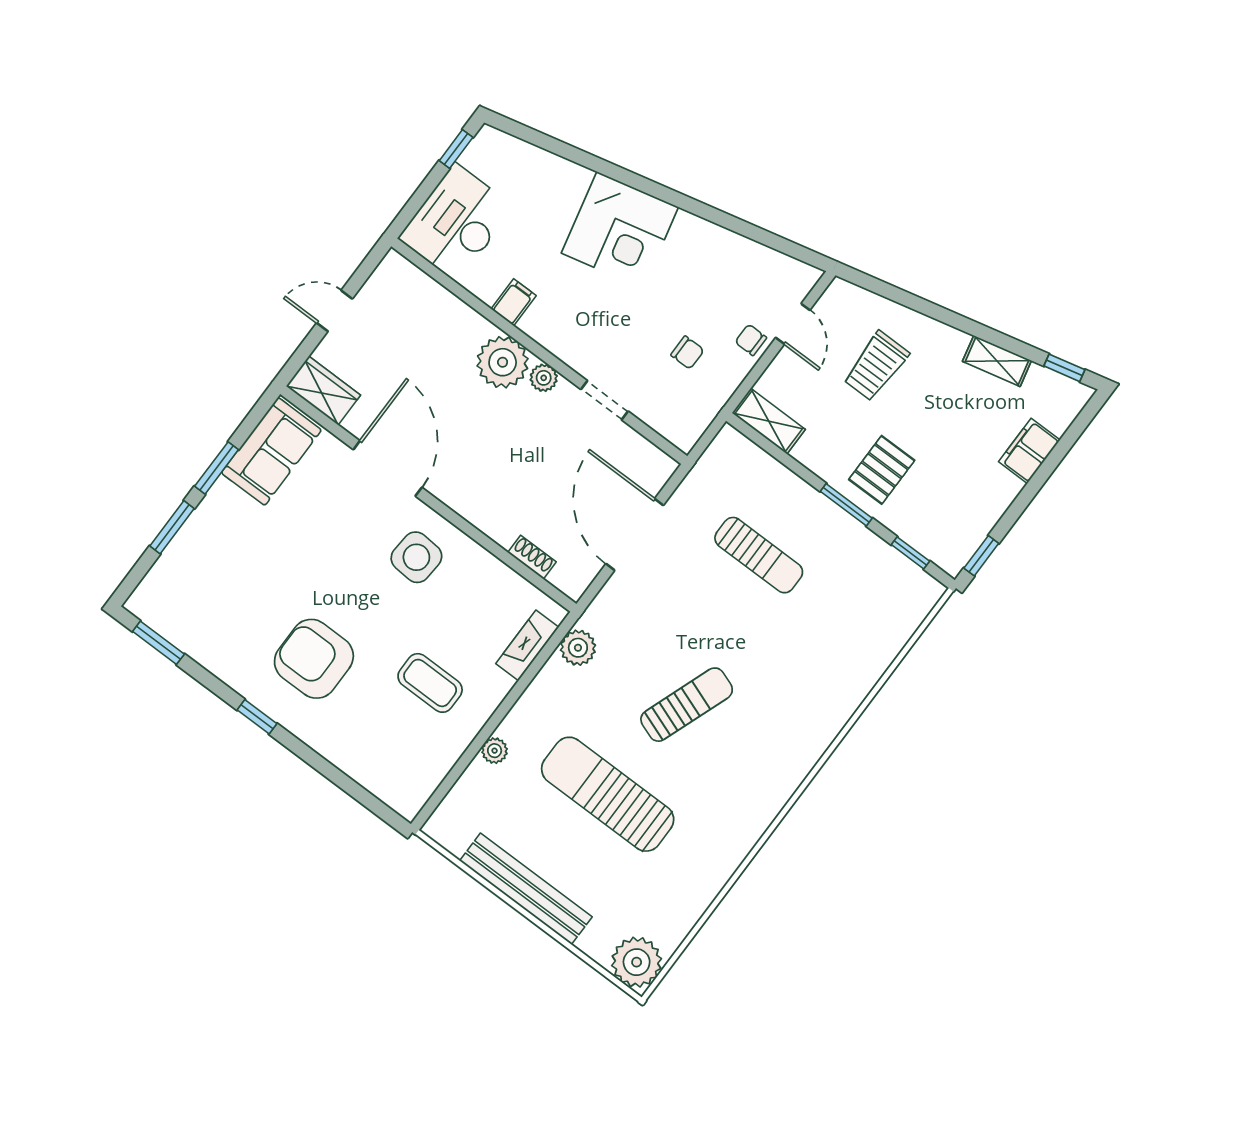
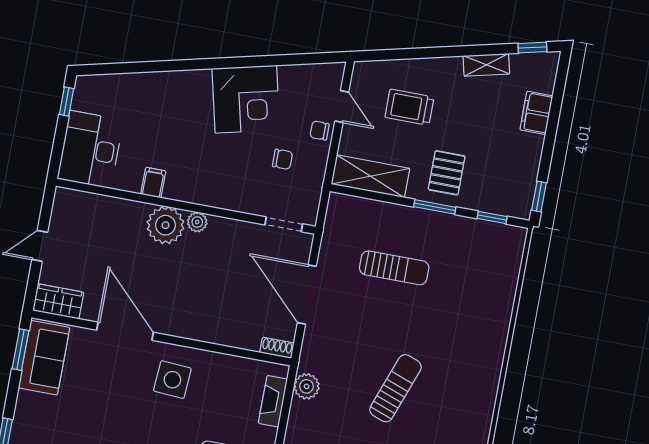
corner desk: (620, 230) -> (246, 99), moved
trolley: (876, 366) -> (409, 107), turned 90
doorway: (605, 400) -> (284, 224), moved
shelving: (769, 421) -> (370, 176), width x1.50, depth x1.33
window: (217, 468) -> (20, 350), moved
shoe rack: (532, 557) -> (277, 348), moved

